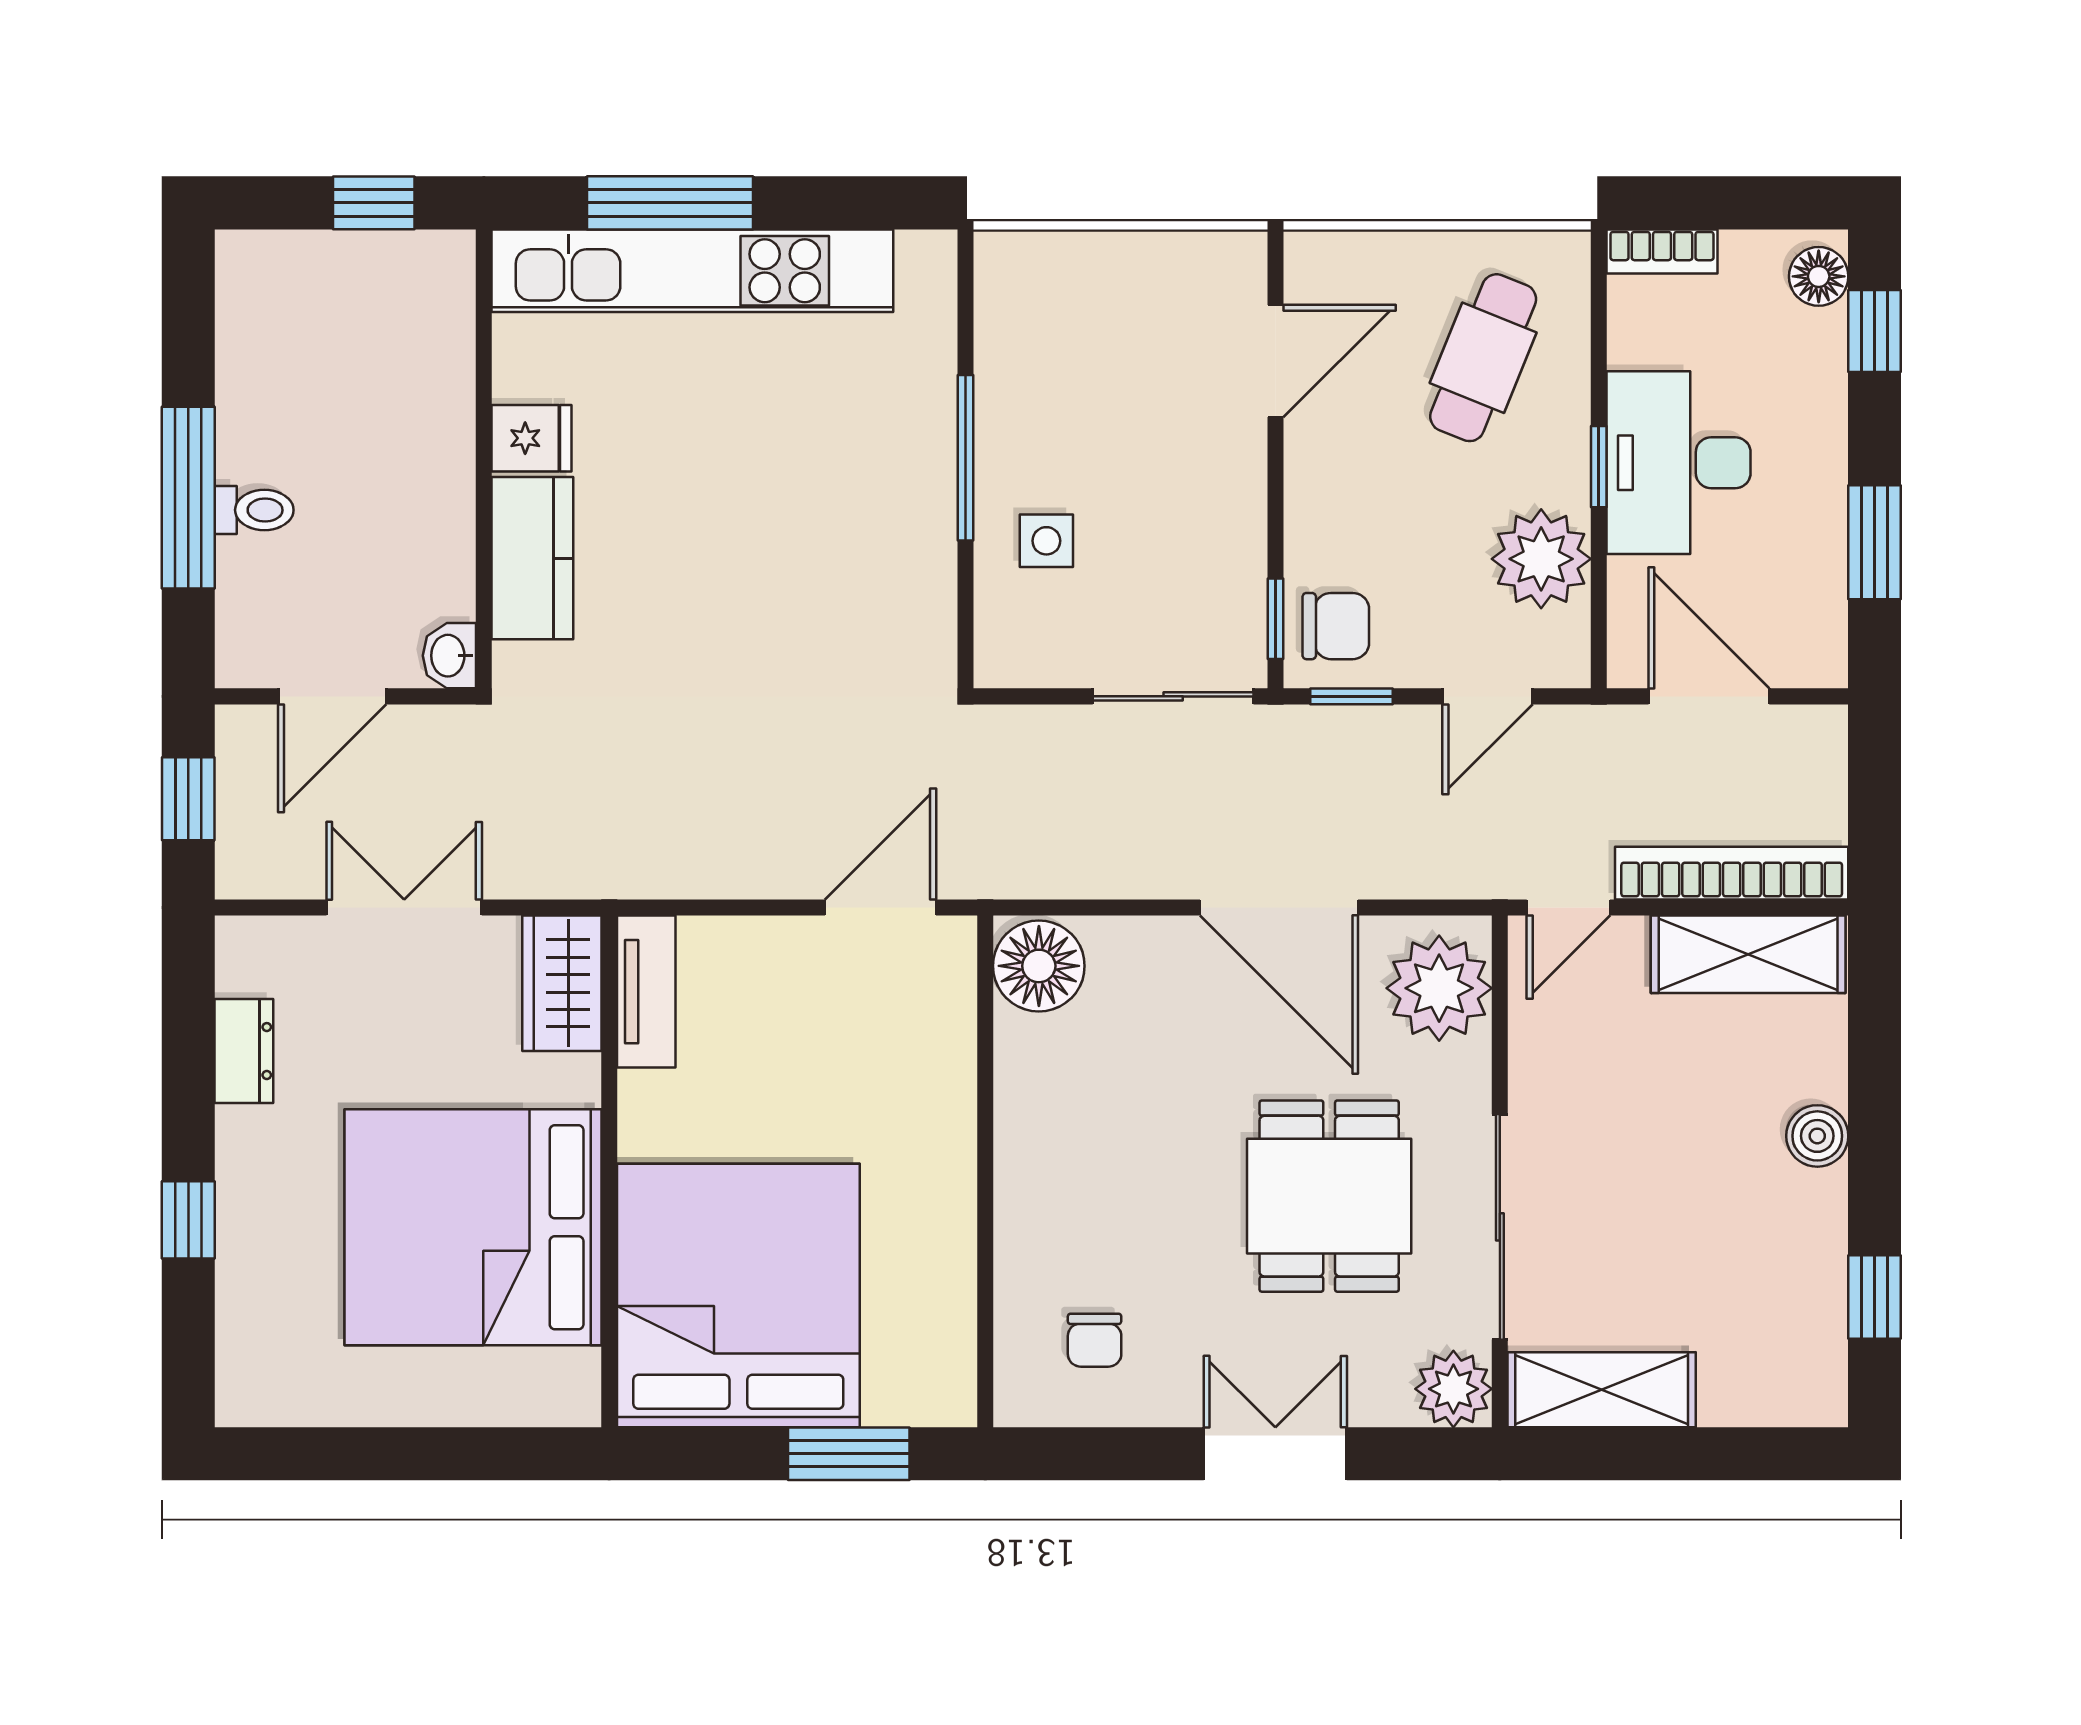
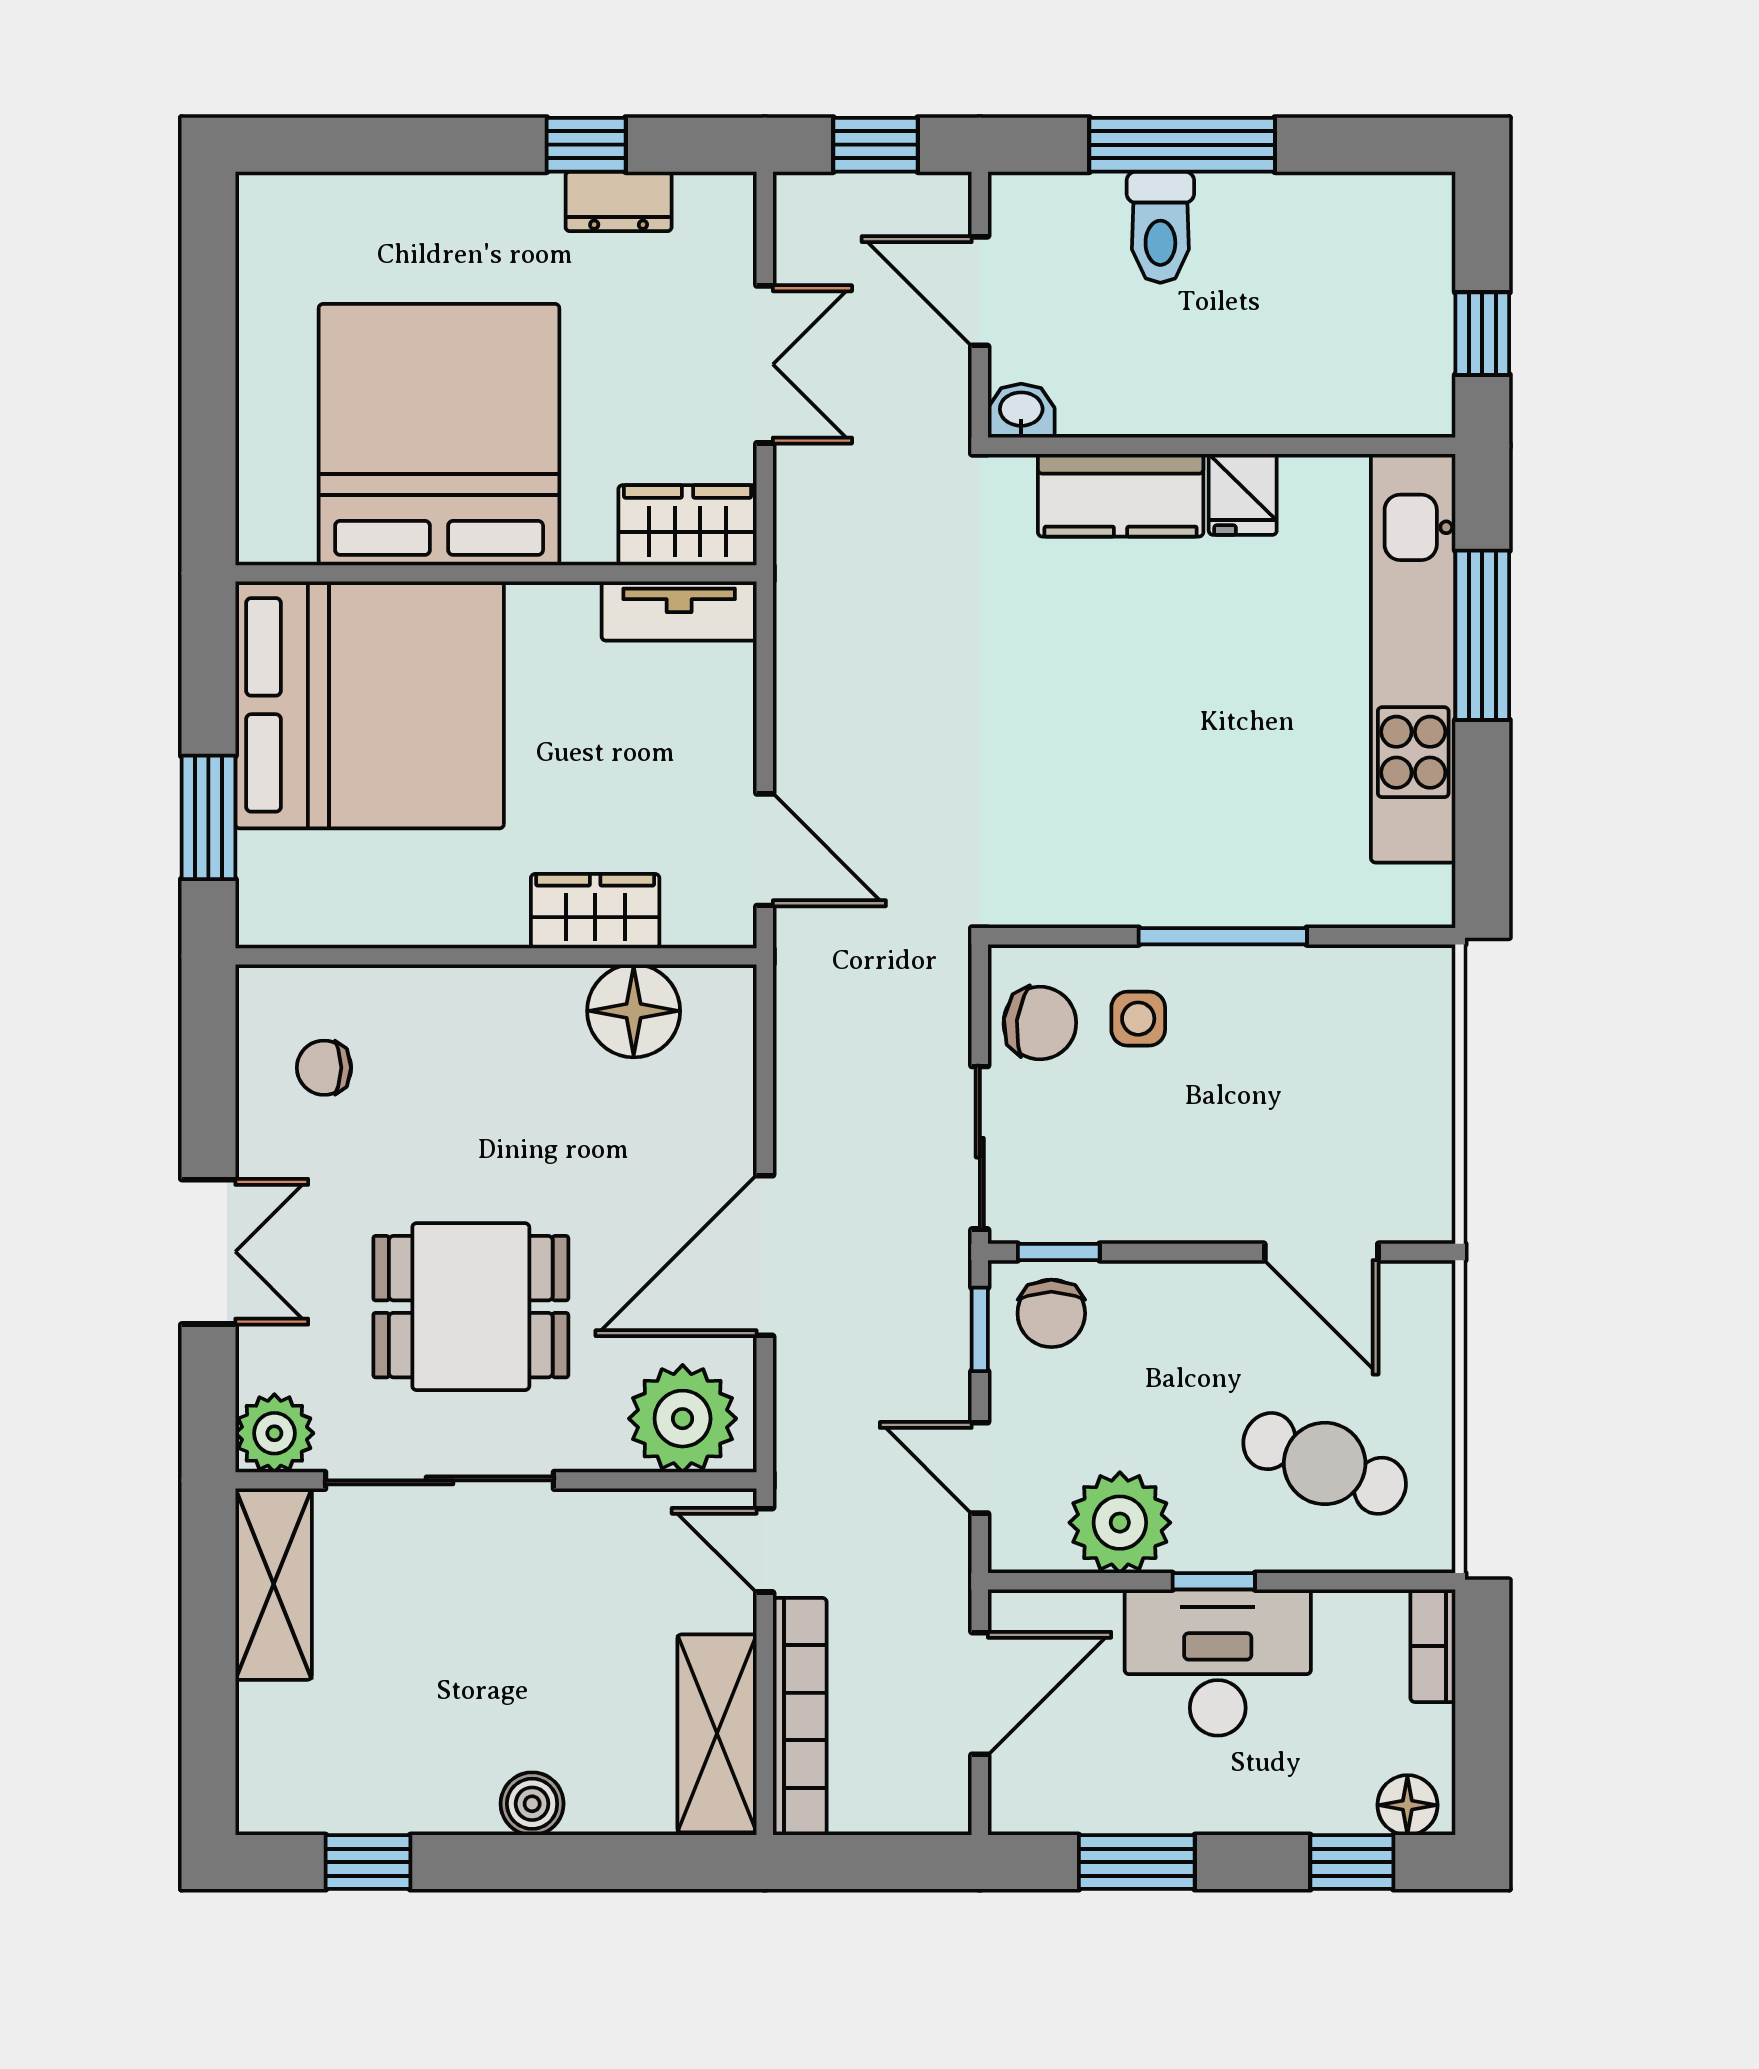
toilet: (254, 510) -> (1160, 227), width x1.37, depth x1.39
chair: (1051, 637) -> (1040, 1023), added
floor lamp: (1039, 966) -> (634, 1011), moved
wardrobe: (941, 1074) -> (595, 911), added
window: (188, 1220) -> (586, 145), moved

